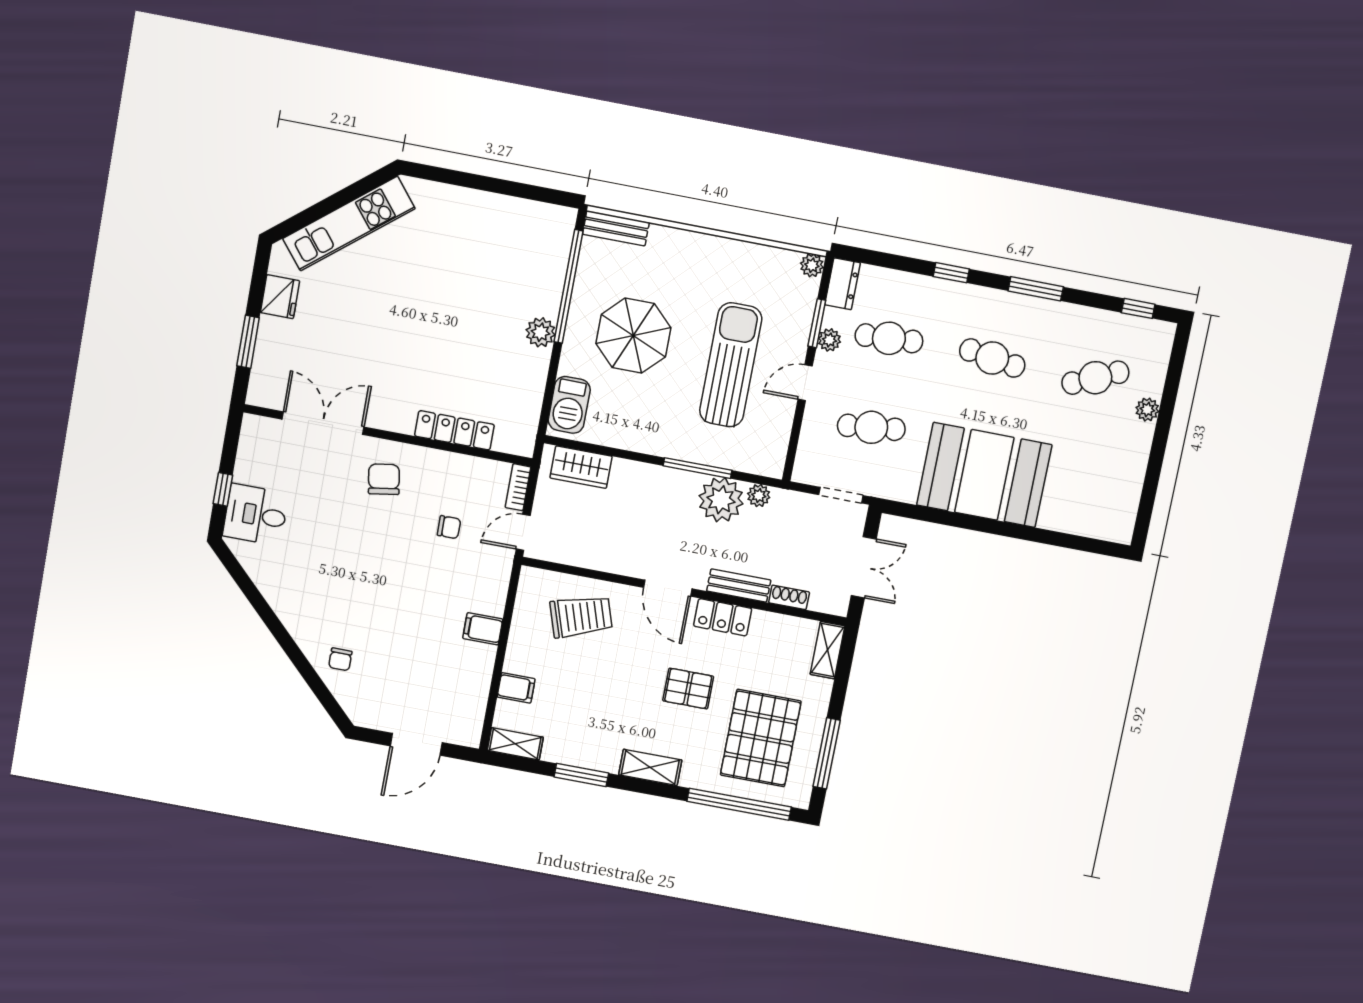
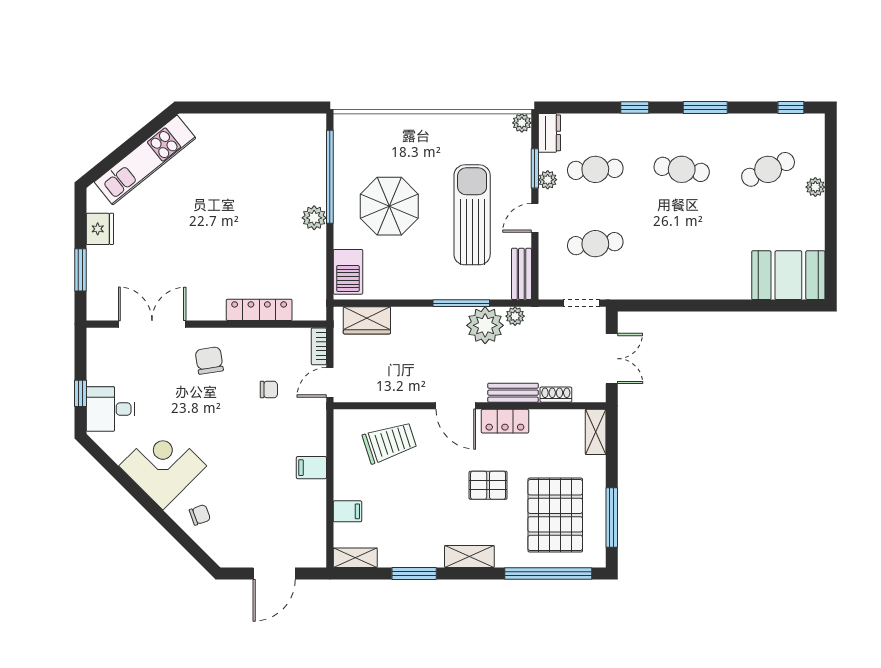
bench: (616, 228) -> (521, 274), moved, turned 90
booth: (984, 475) -> (788, 275), moved, width x0.73, depth x0.70
corner desk: (306, 594) -> (163, 466), added
chair: (340, 659) -> (200, 515), turned -110

